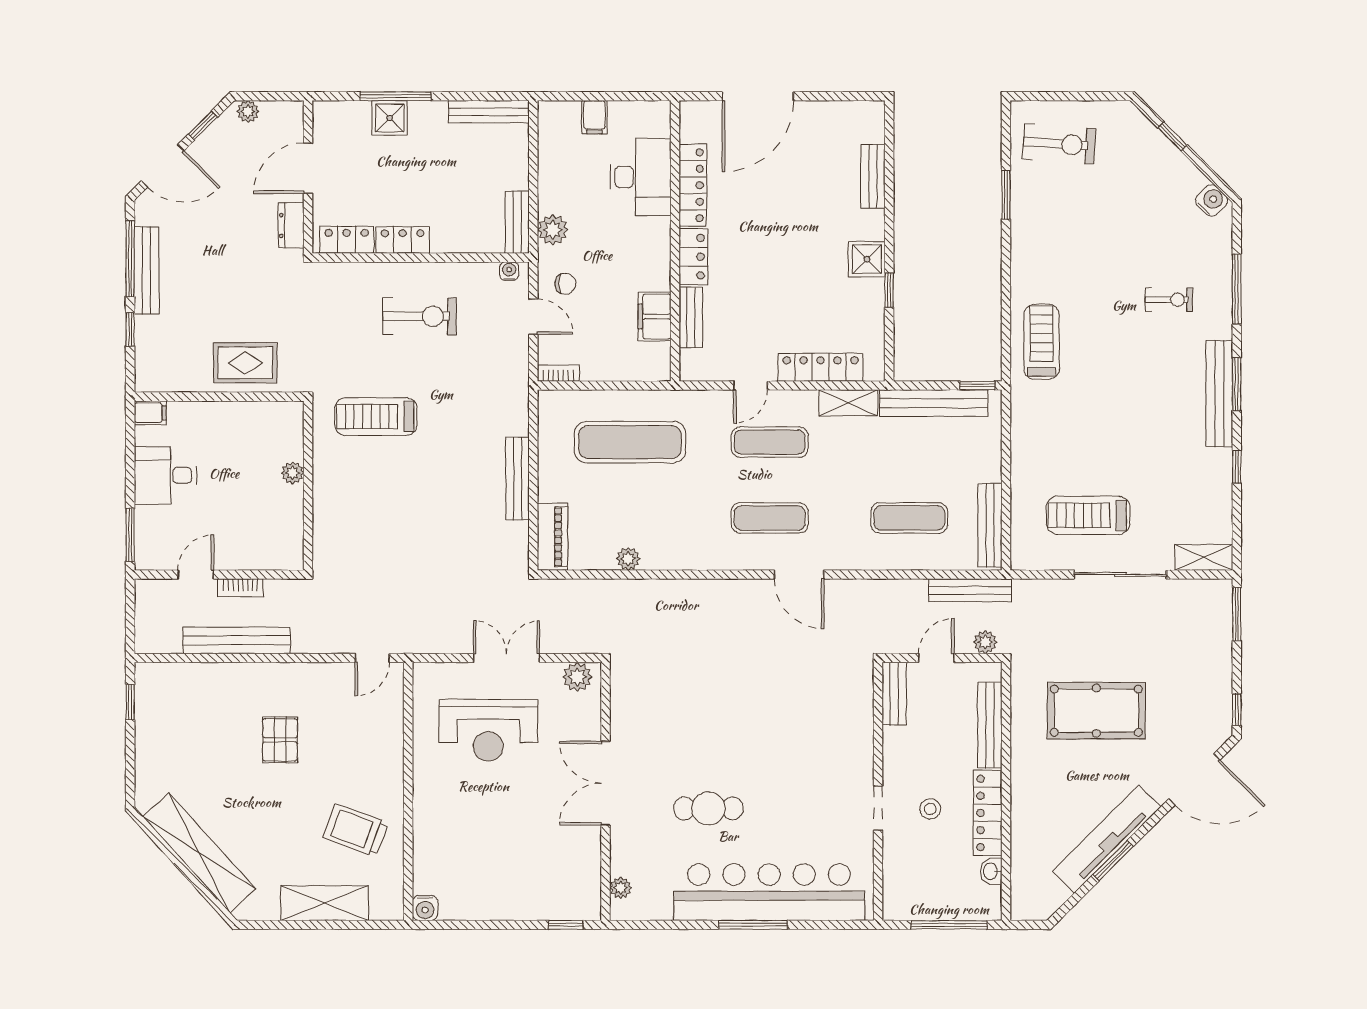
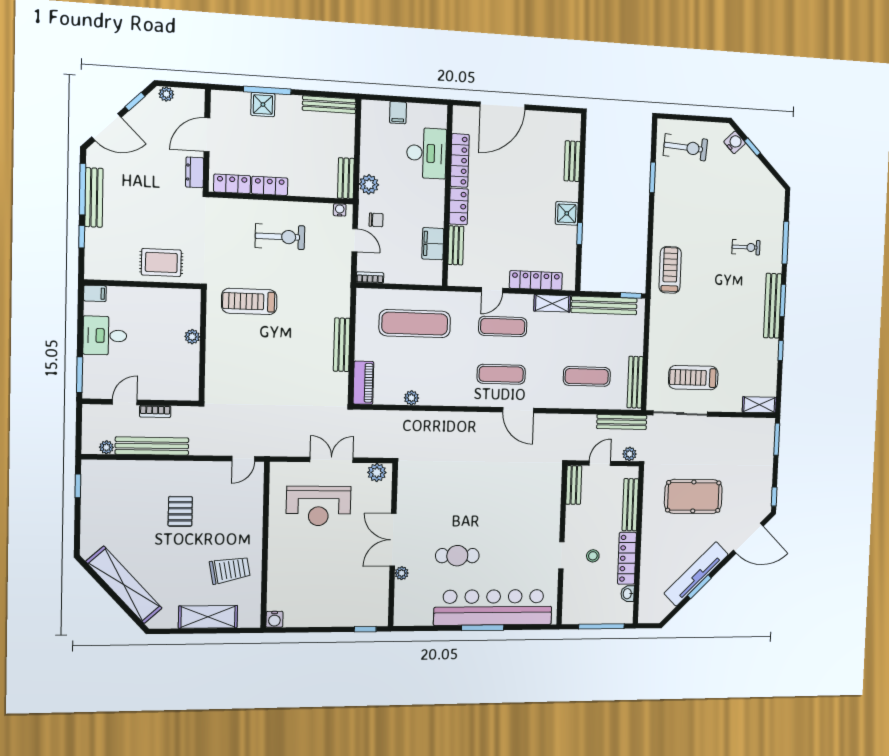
water cooler: (1212, 201) -> (735, 142), moved
sliding door: (1120, 575) -> (680, 413), moved
plant: (170, 643) -> (106, 447), added
trolley: (356, 830) -> (230, 570), turned 150
plant: (621, 888) -> (402, 573), moved

